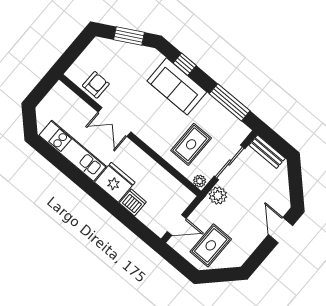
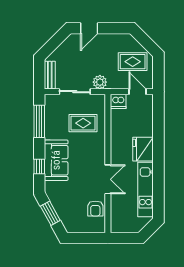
armchair: (96, 85) -> (95, 209), turned -91
plant: (200, 181) -> (100, 100), removed
dishwasher: (133, 203) -> (118, 101), moved, turned -90

